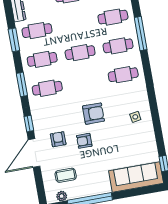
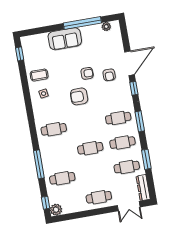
cafe table: (118, 46) -> (58, 154), removed
coffee table: (66, 175) -> (39, 75), moved
sofa: (136, 177) -> (65, 39), moved, width x0.73

